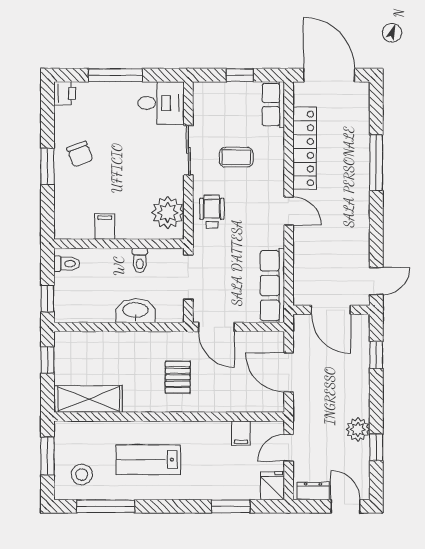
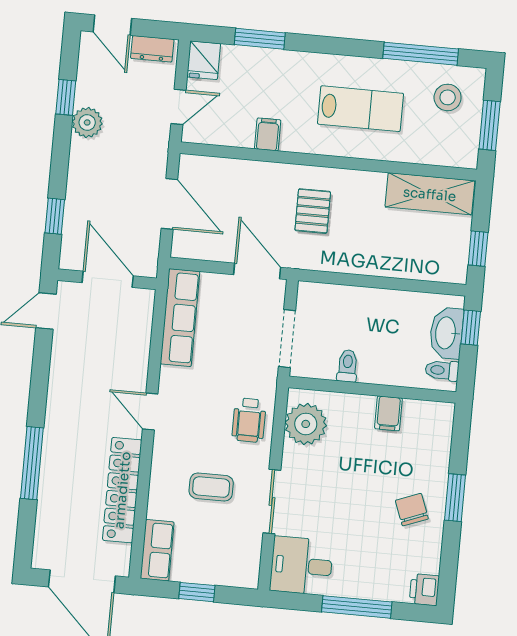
washbasin: (136, 311) -> (446, 333), moved, turned 90
filing cabinet: (241, 433) -> (268, 134), moved

